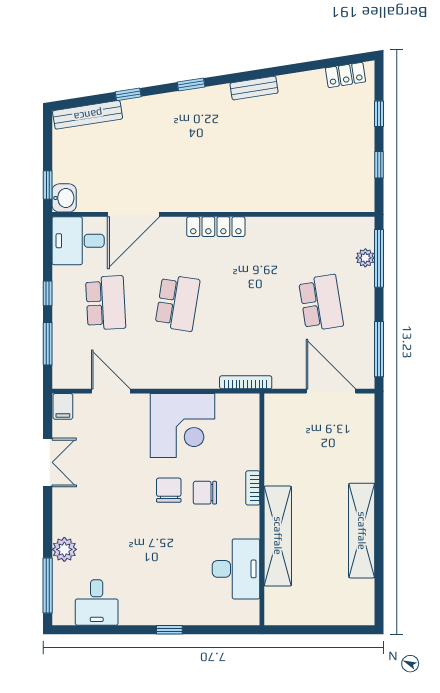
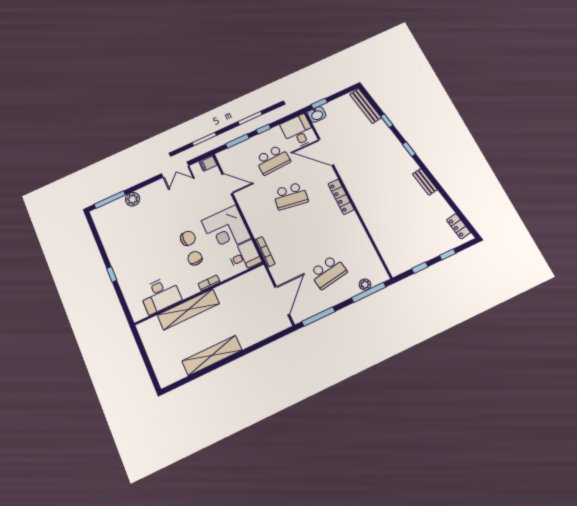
door: (111, 391) -> (227, 184), hinge flipped
desk: (97, 602) -> (245, 256), moved, turned 180

